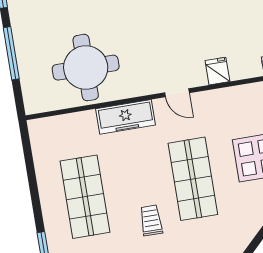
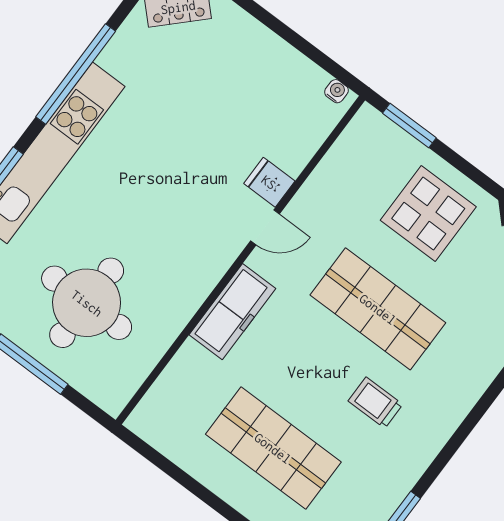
round table: (86, 68) -> (87, 303), moved
fridge: (217, 71) -> (269, 182), moved

